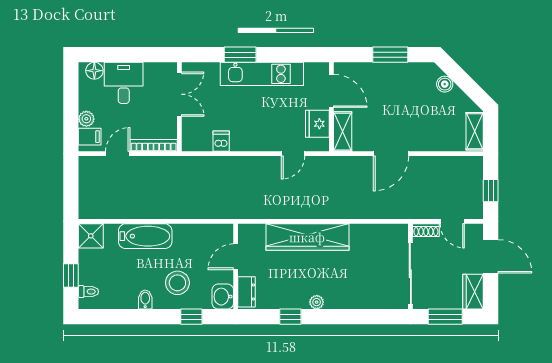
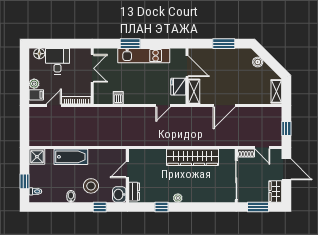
wardrobe: (307, 237) -> (193, 157), moved

